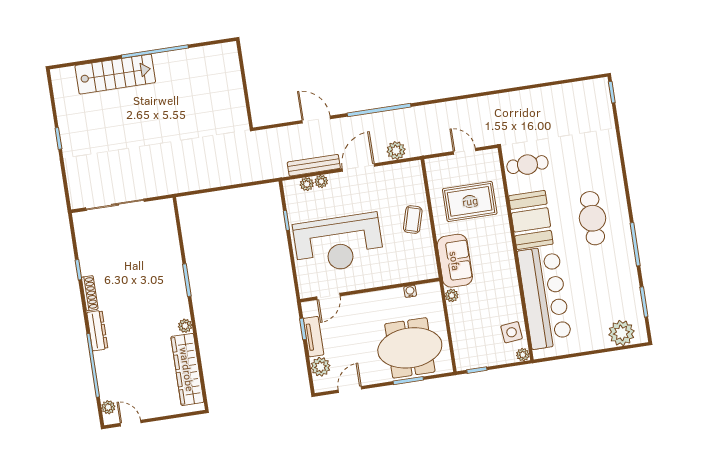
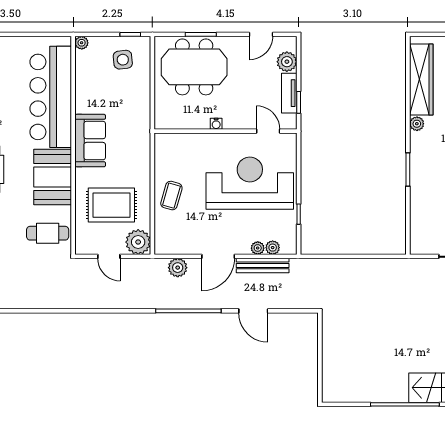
sofa: (455, 261) -> (90, 141), moved, turned 180
water cooler: (410, 291) -> (216, 124), moved
plant: (452, 295) -> (138, 242), moved, width x1.88, depth x1.88
door: (328, 296) -> (268, 131), hinge flipped
side table: (512, 332) -> (123, 60), moved

